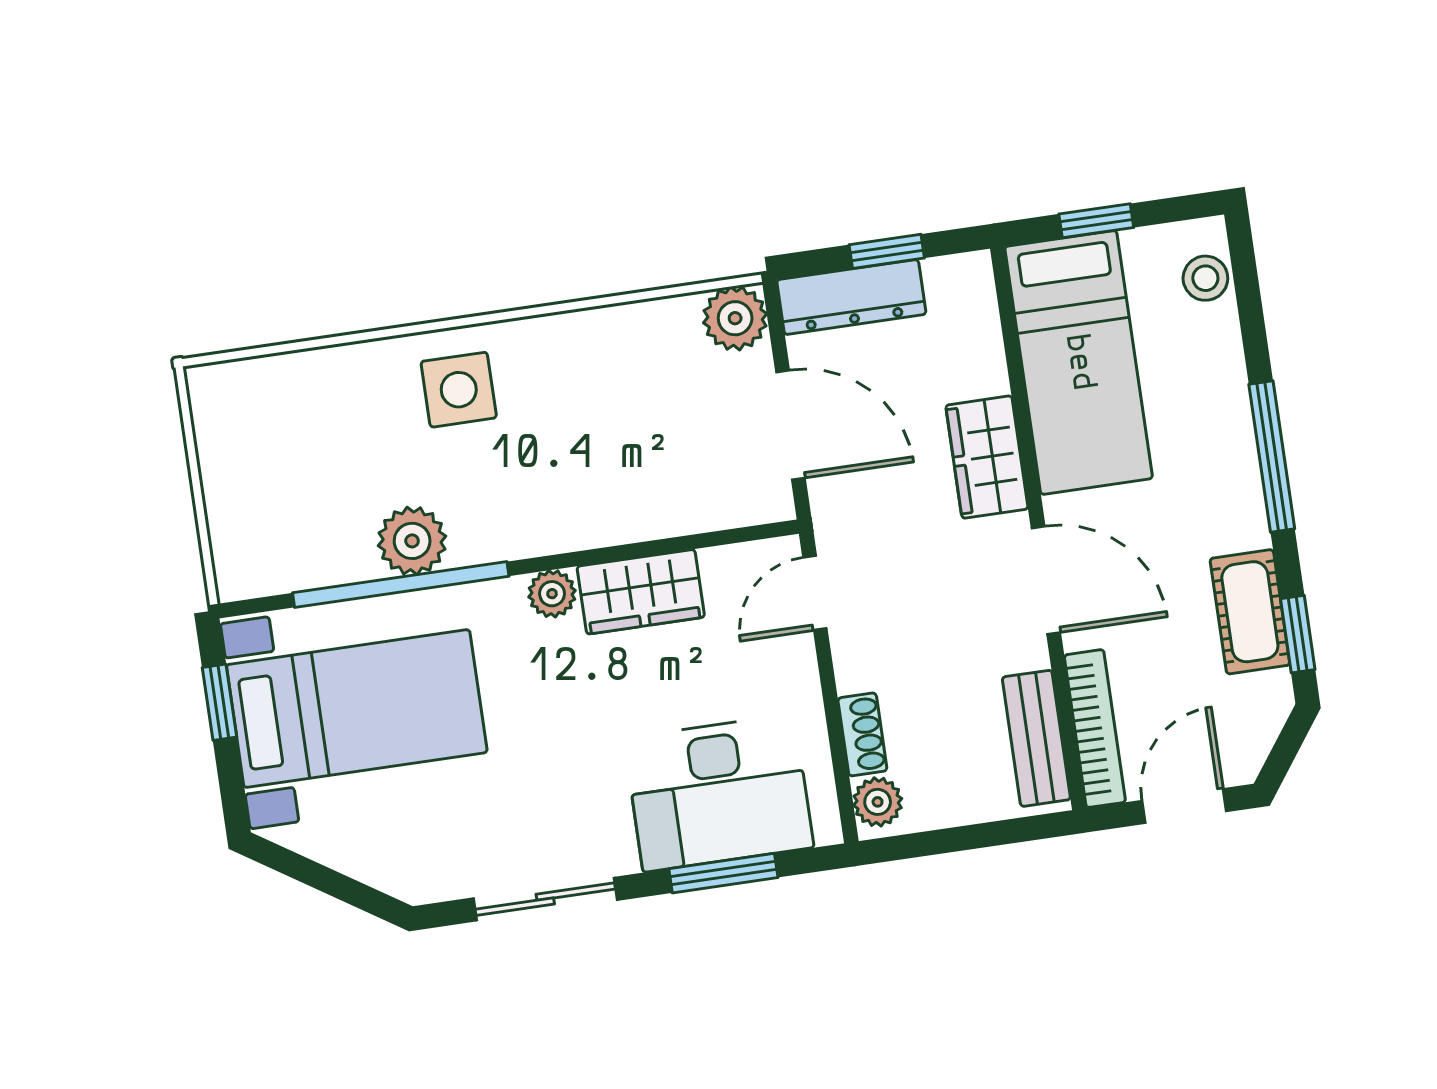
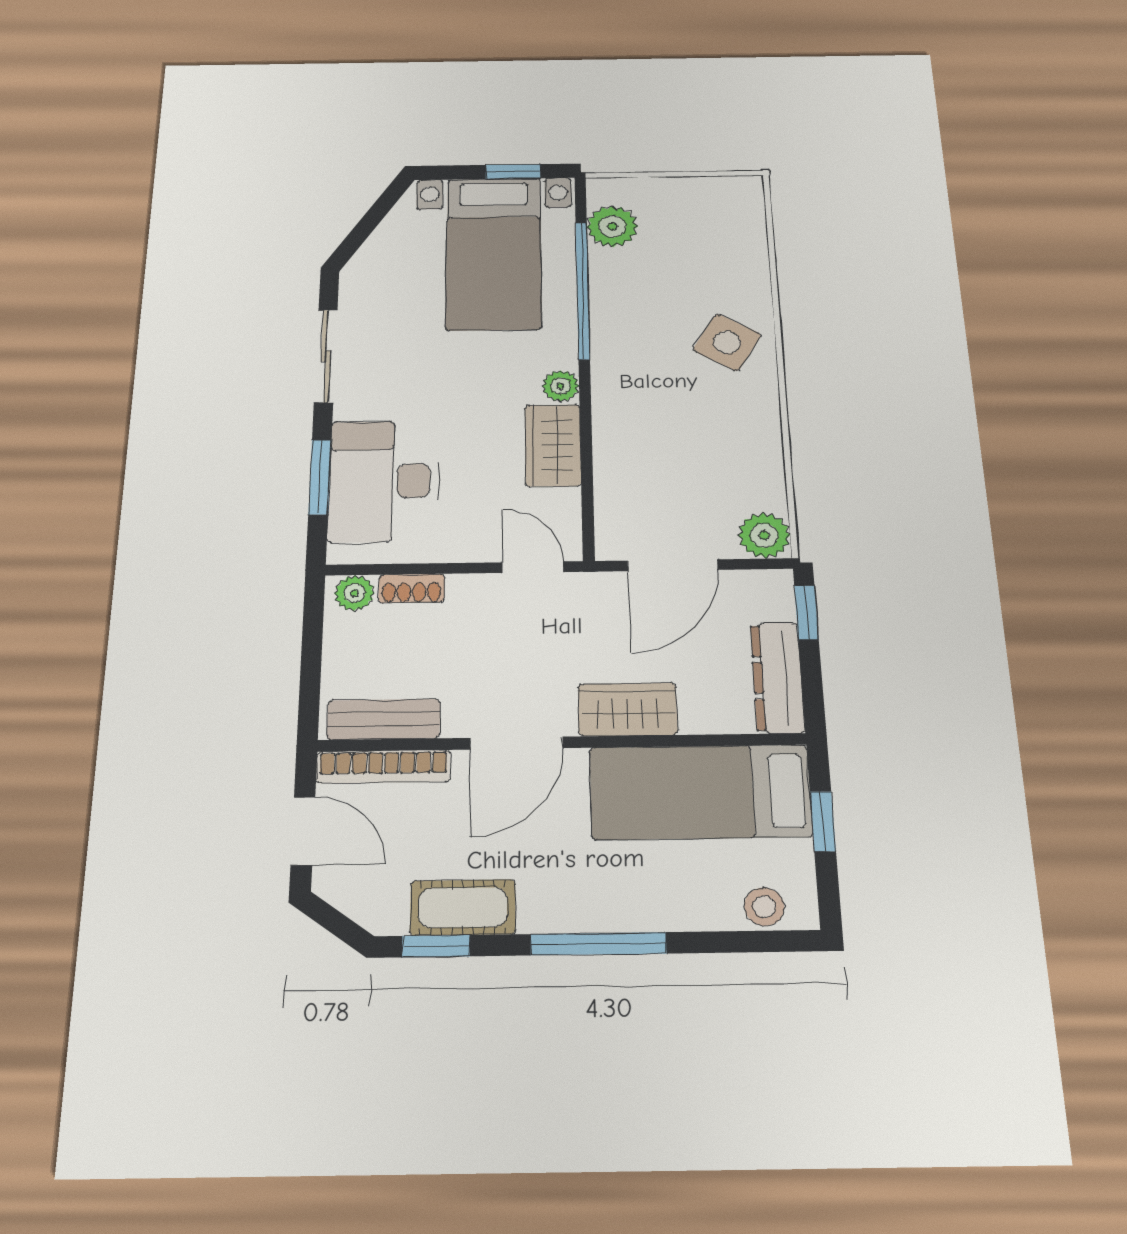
window: (887, 251) -> (806, 613), moved
dresser: (851, 297) -> (777, 678), moved
side table: (459, 390) -> (727, 342), turned 31
plant: (412, 541) -> (612, 226), moved

